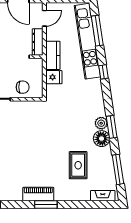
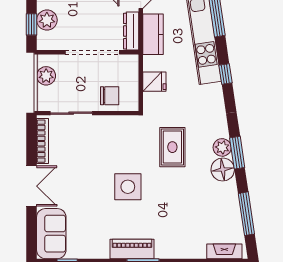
kitchen counter: (53, 55) -> (153, 34), moved
side table: (35, 151) -> (128, 187), added
rug: (78, 165) -> (172, 147), moved

